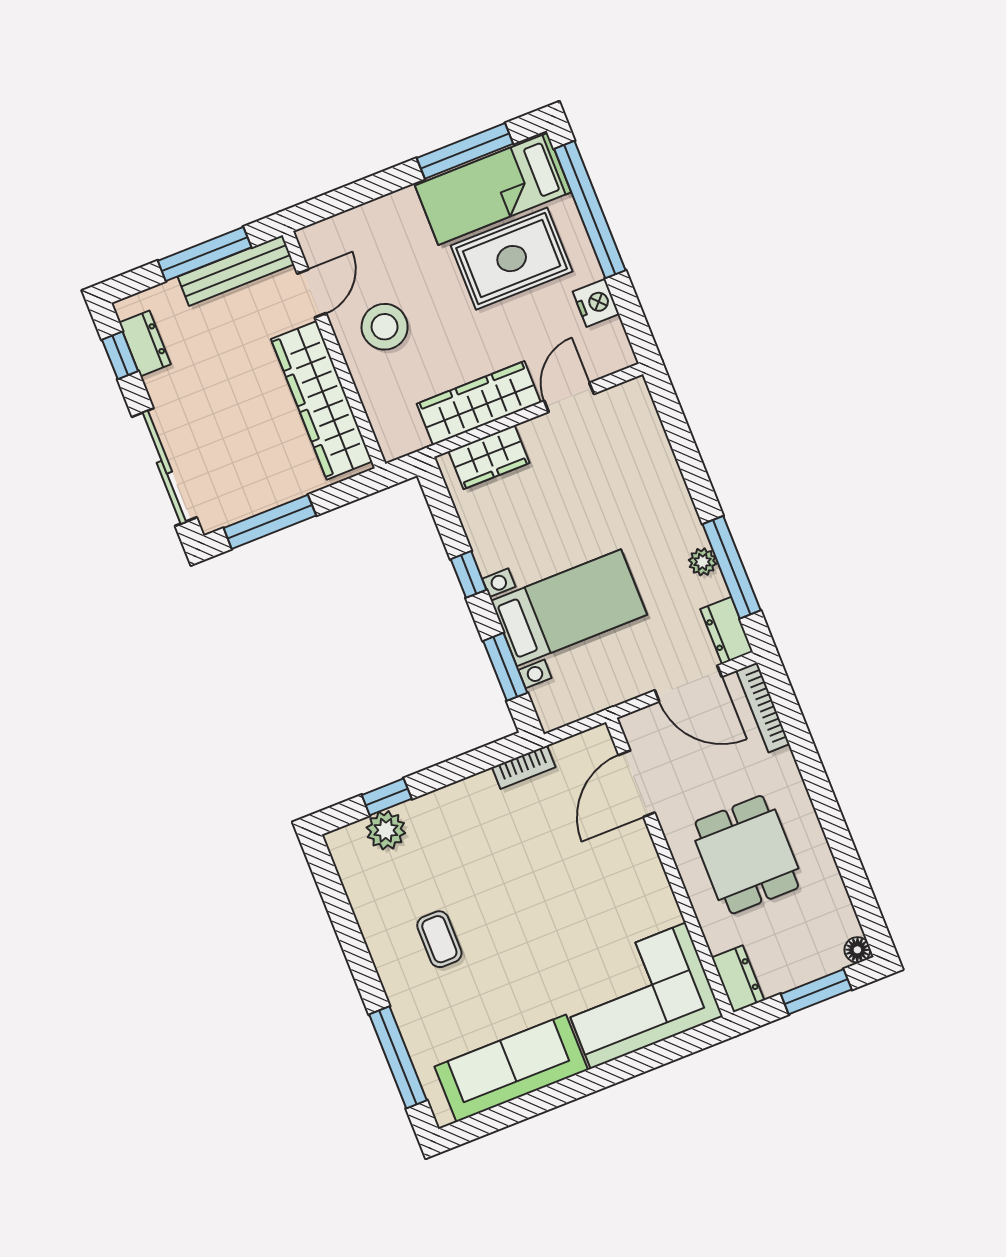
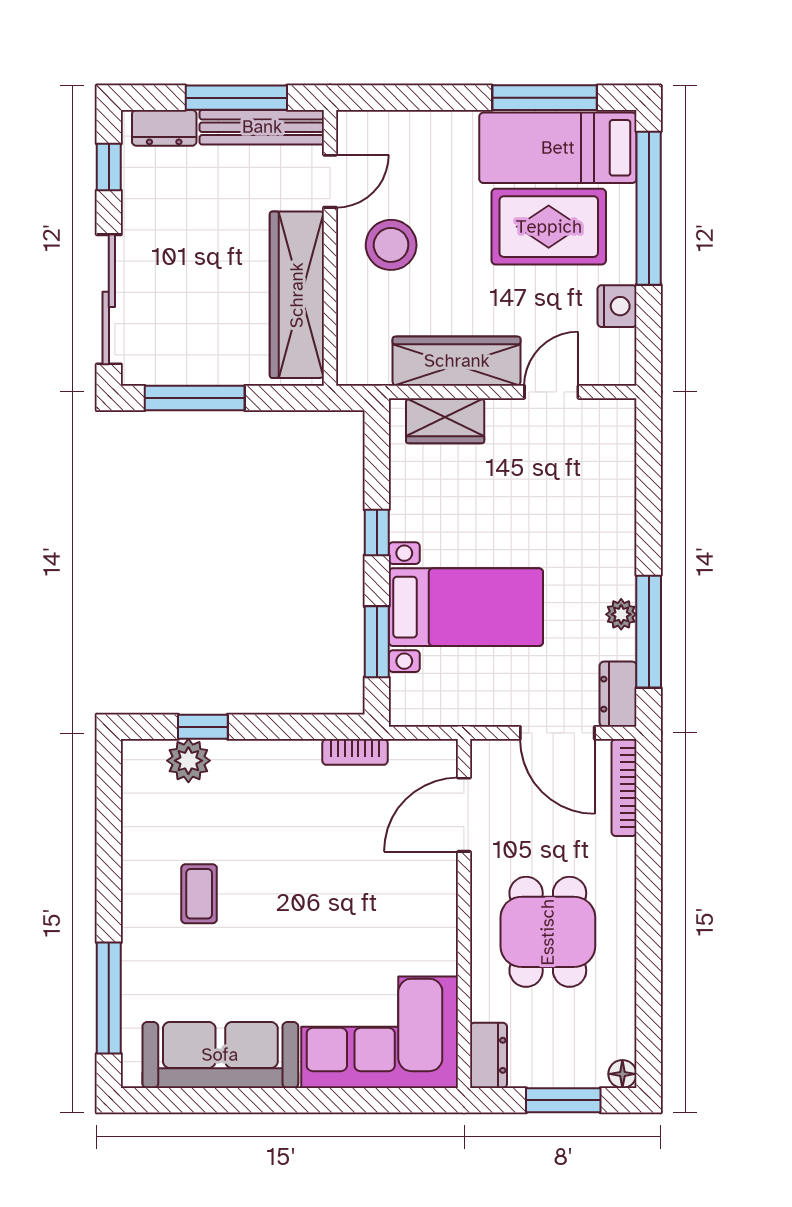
dresser: (145, 343) -> (164, 128), moved, turned 90

